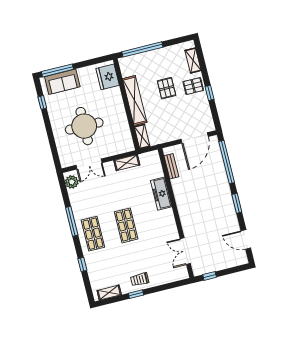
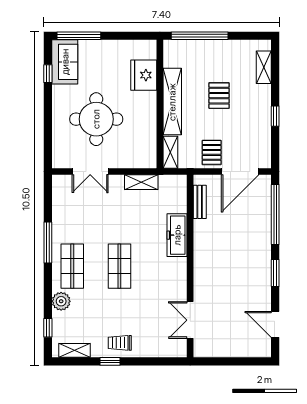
fridge: (108, 77) -> (144, 75), moved
sofa: (62, 82) -> (65, 62), moved, turned -90
pallet: (193, 86) -> (212, 152), moved, turned 90
plant: (72, 182) -> (61, 301), moved
window: (82, 264) -> (48, 328), moved
window: (210, 276) -> (214, 361), removed

